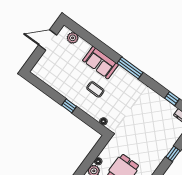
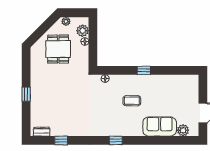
sofa: (100, 63) -> (160, 127), moved
window: (130, 68) -> (116, 140), width x0.46

